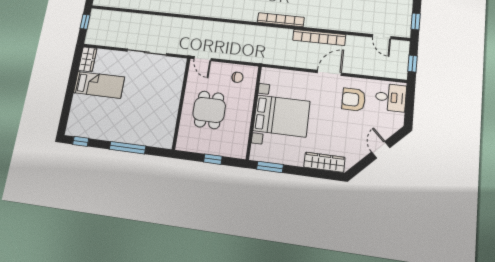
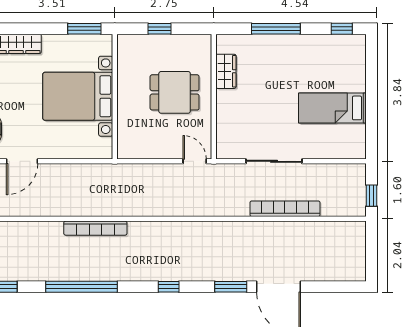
bookcase: (319, 37) -> (285, 209), moved
wardrobe: (88, 59) -> (226, 71), moved, turned 180
chair: (237, 77) -> (143, 141), removed
dining table: (209, 110) -> (175, 92), turned 90

